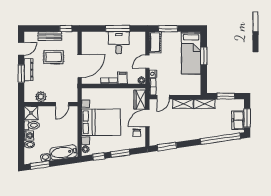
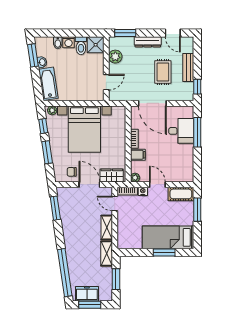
window: (118, 29) -> (197, 132), moved
desk: (119, 43) -> (180, 131), moved
window: (21, 74) -> (125, 33), moved
door: (62, 104) -> (106, 82), swing flipped

